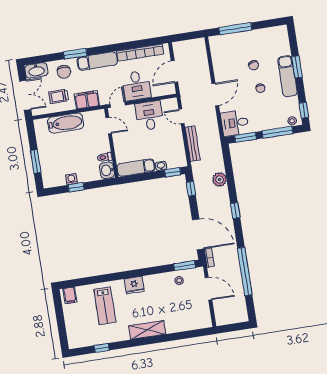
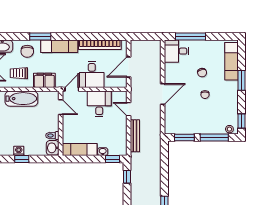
exam couch: (287, 76) -> (232, 61), moved
desk: (235, 123) -> (176, 51), moved
plant: (219, 179) -> (154, 172), removed

